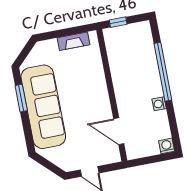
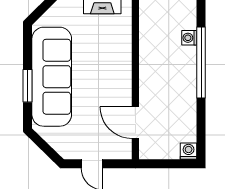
window: (21, 98) -> (28, 86), moved
washing machine: (159, 104) -> (189, 38), moved

